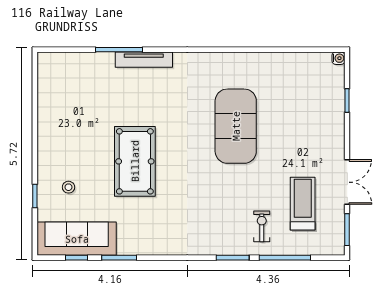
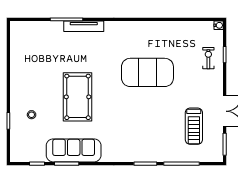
exercise mat: (236, 126) -> (147, 72), turned 90
treadmill: (303, 204) -> (194, 126), turned 180
exercise bike: (262, 226) -> (208, 58), moved
sofa: (77, 239) -> (74, 150), moved

